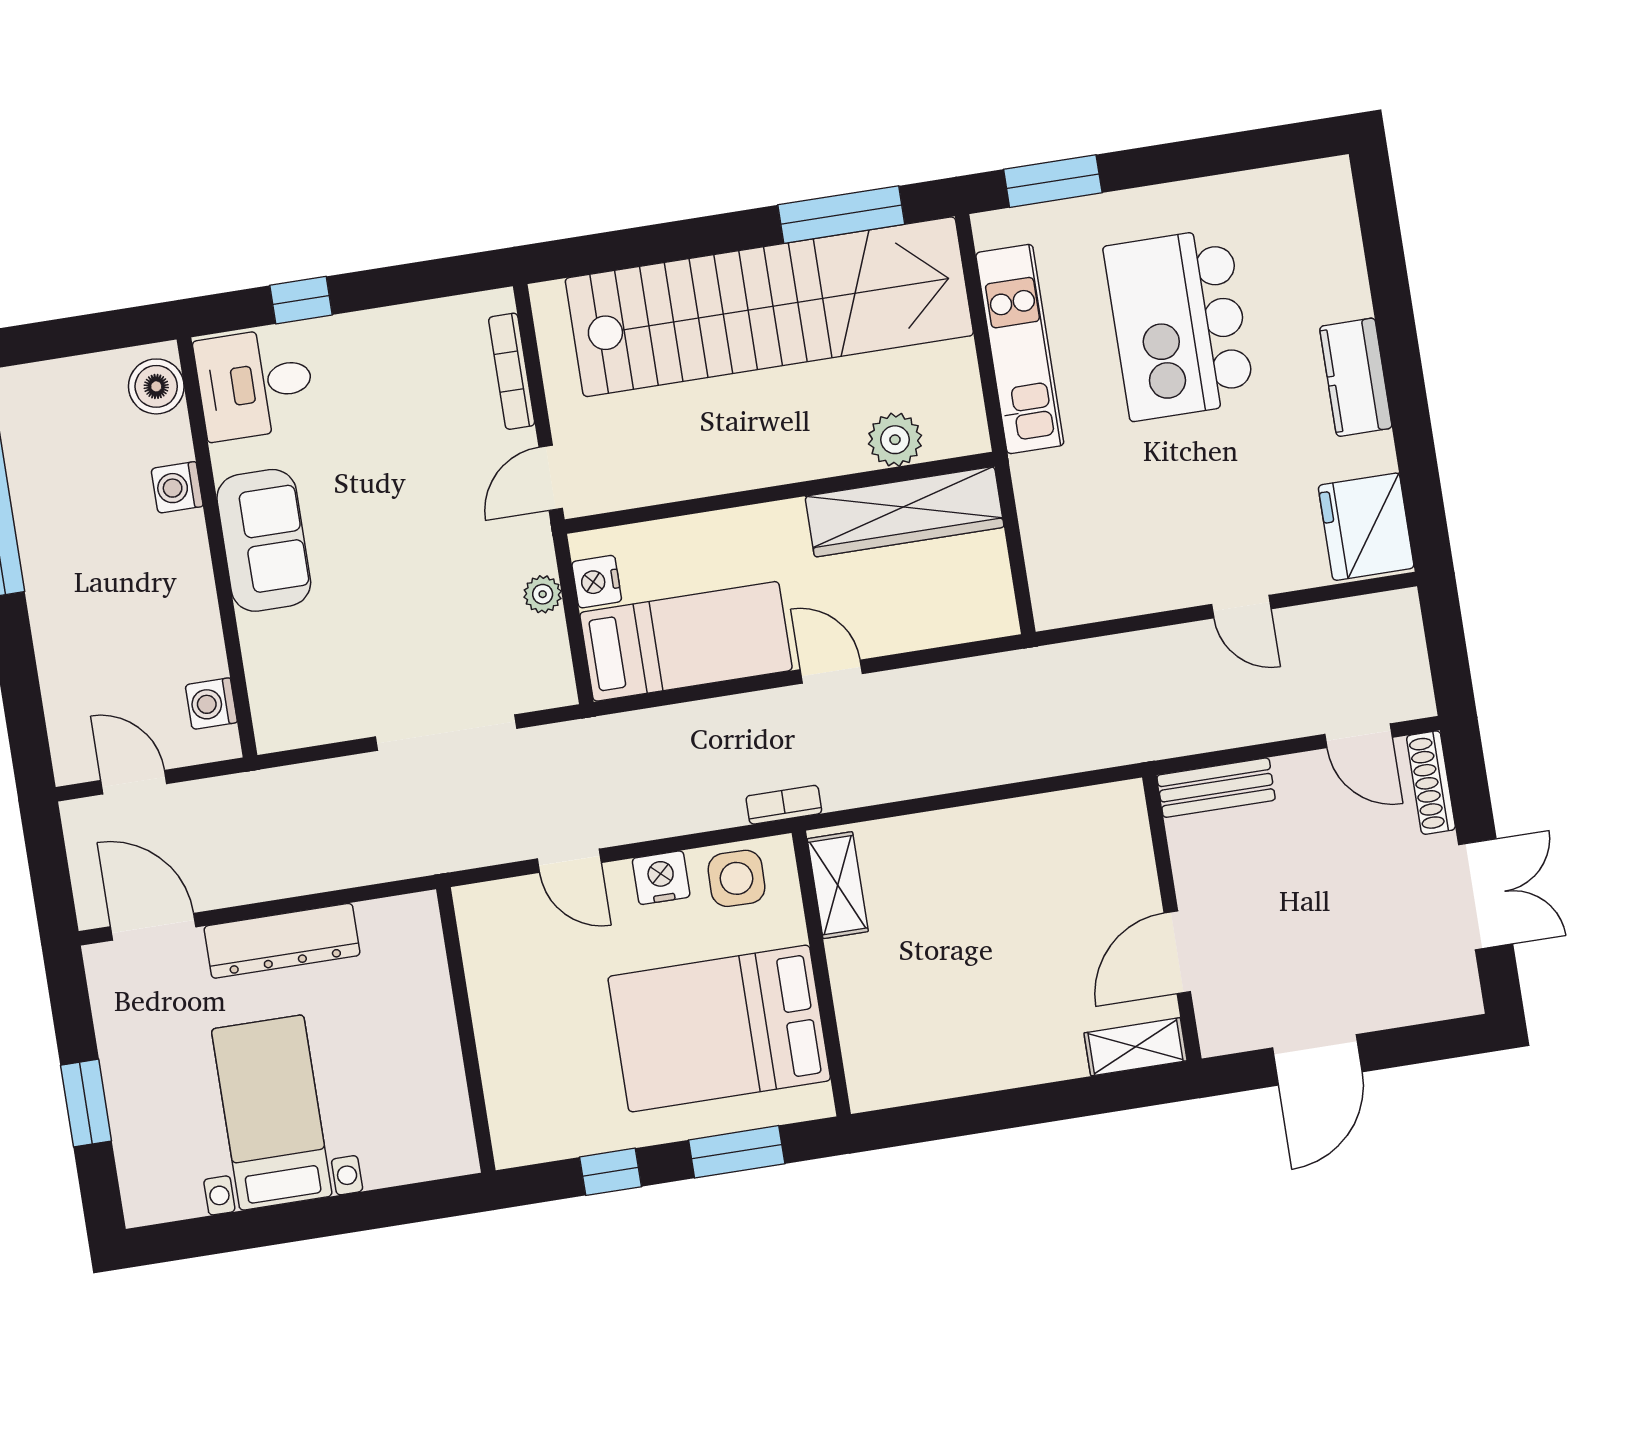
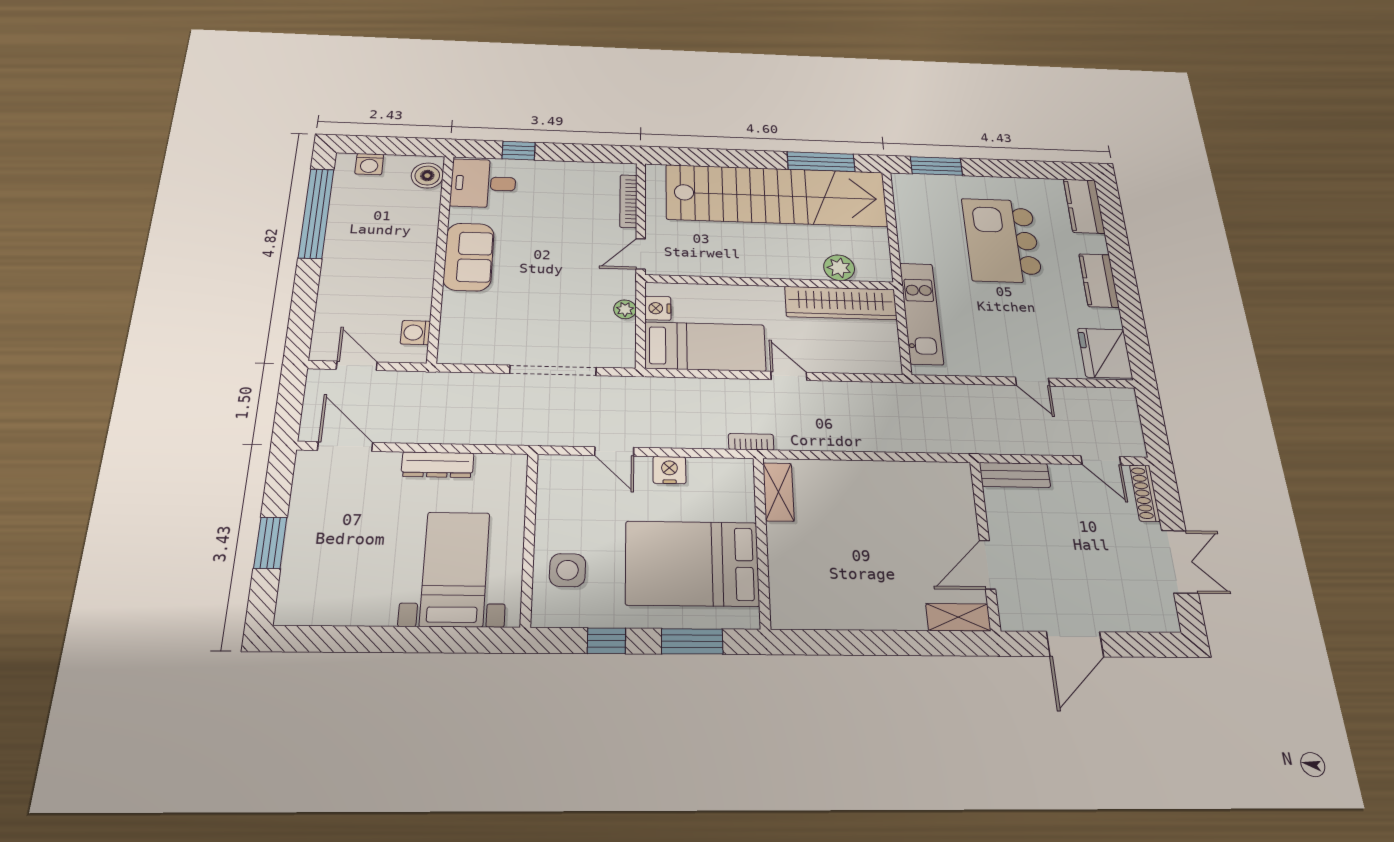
kitchen counter: (1328, 218) -> (1084, 206), added
kitchen unit: (1020, 349) -> (921, 313), moved
washing machine: (177, 487) -> (369, 164), moved, turned -90
side table: (736, 878) -> (567, 570), moved
dresser: (282, 941) -> (438, 465), width x0.73, depth x0.80
bed with nightstands: (272, 1113) -> (455, 569), moved

